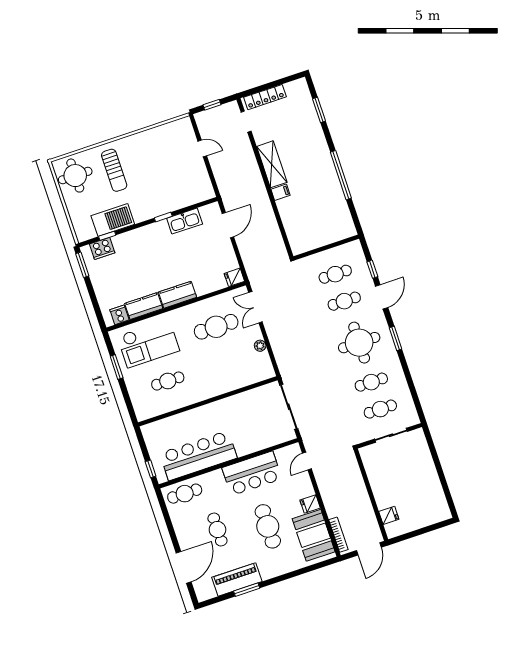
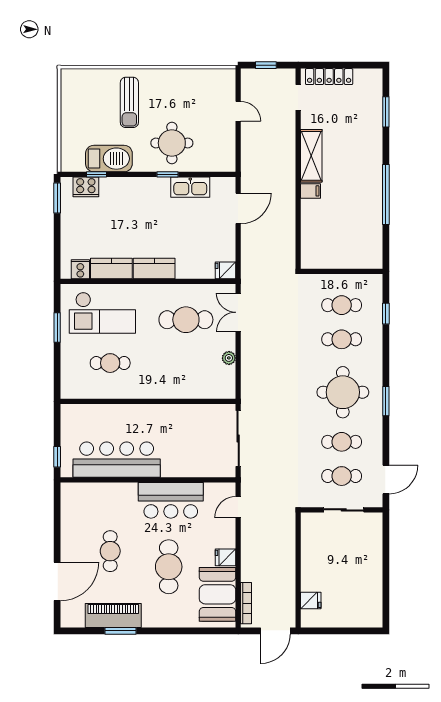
round table: (75, 176) -> (172, 143), moved
door: (382, 297) -> (386, 479), moved
cafe table: (185, 494) -> (86, 498), removed

